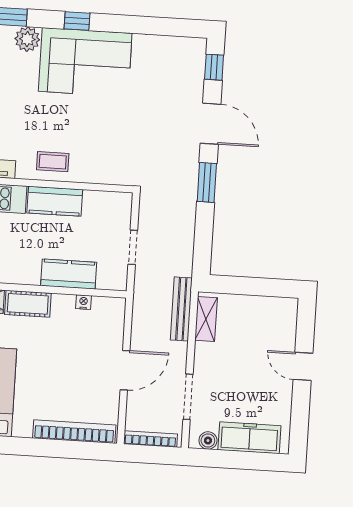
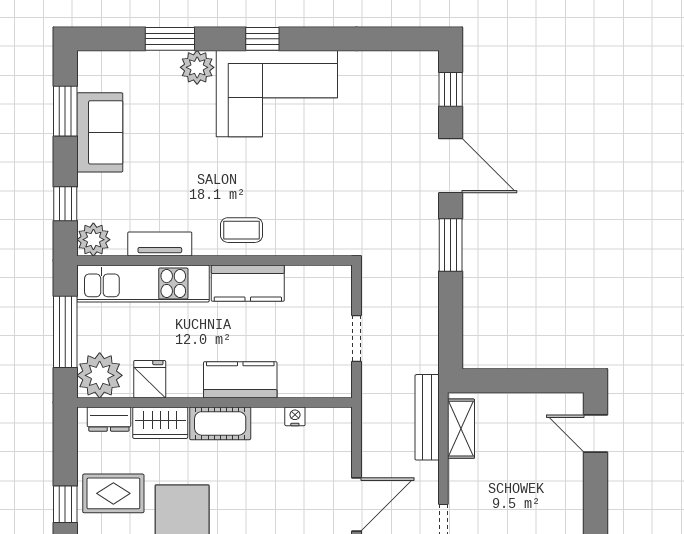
kitchen counter: (69, 274) -> (240, 380), moved
door: (303, 366) -> (596, 434), moved

